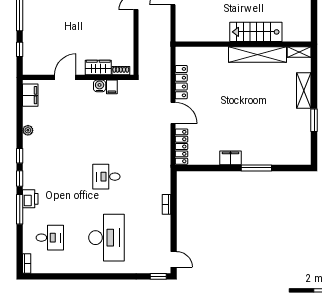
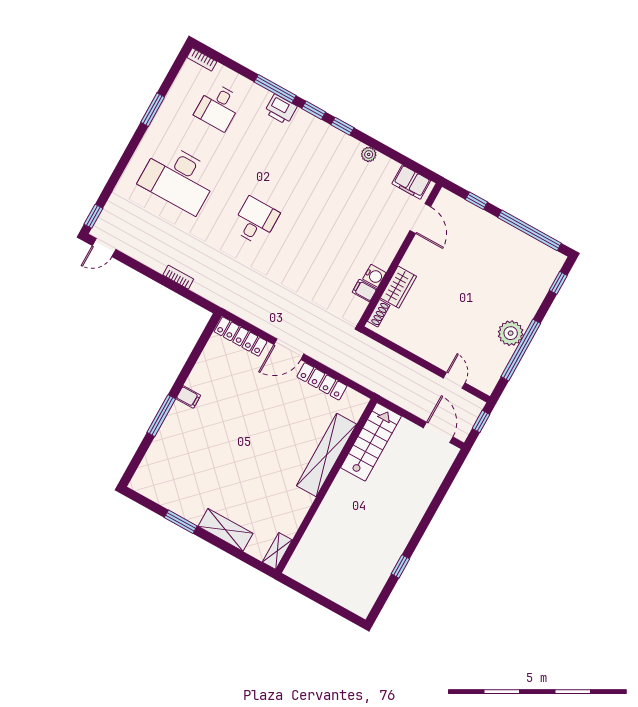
stairs: (256, 32) -> (371, 442), moved
shelving: (257, 55) -> (326, 455), moved
door: (65, 77) -> (420, 219), moved
filing cabinet: (231, 158) -> (188, 397), width x0.50
window: (74, 276) -> (153, 110), added

